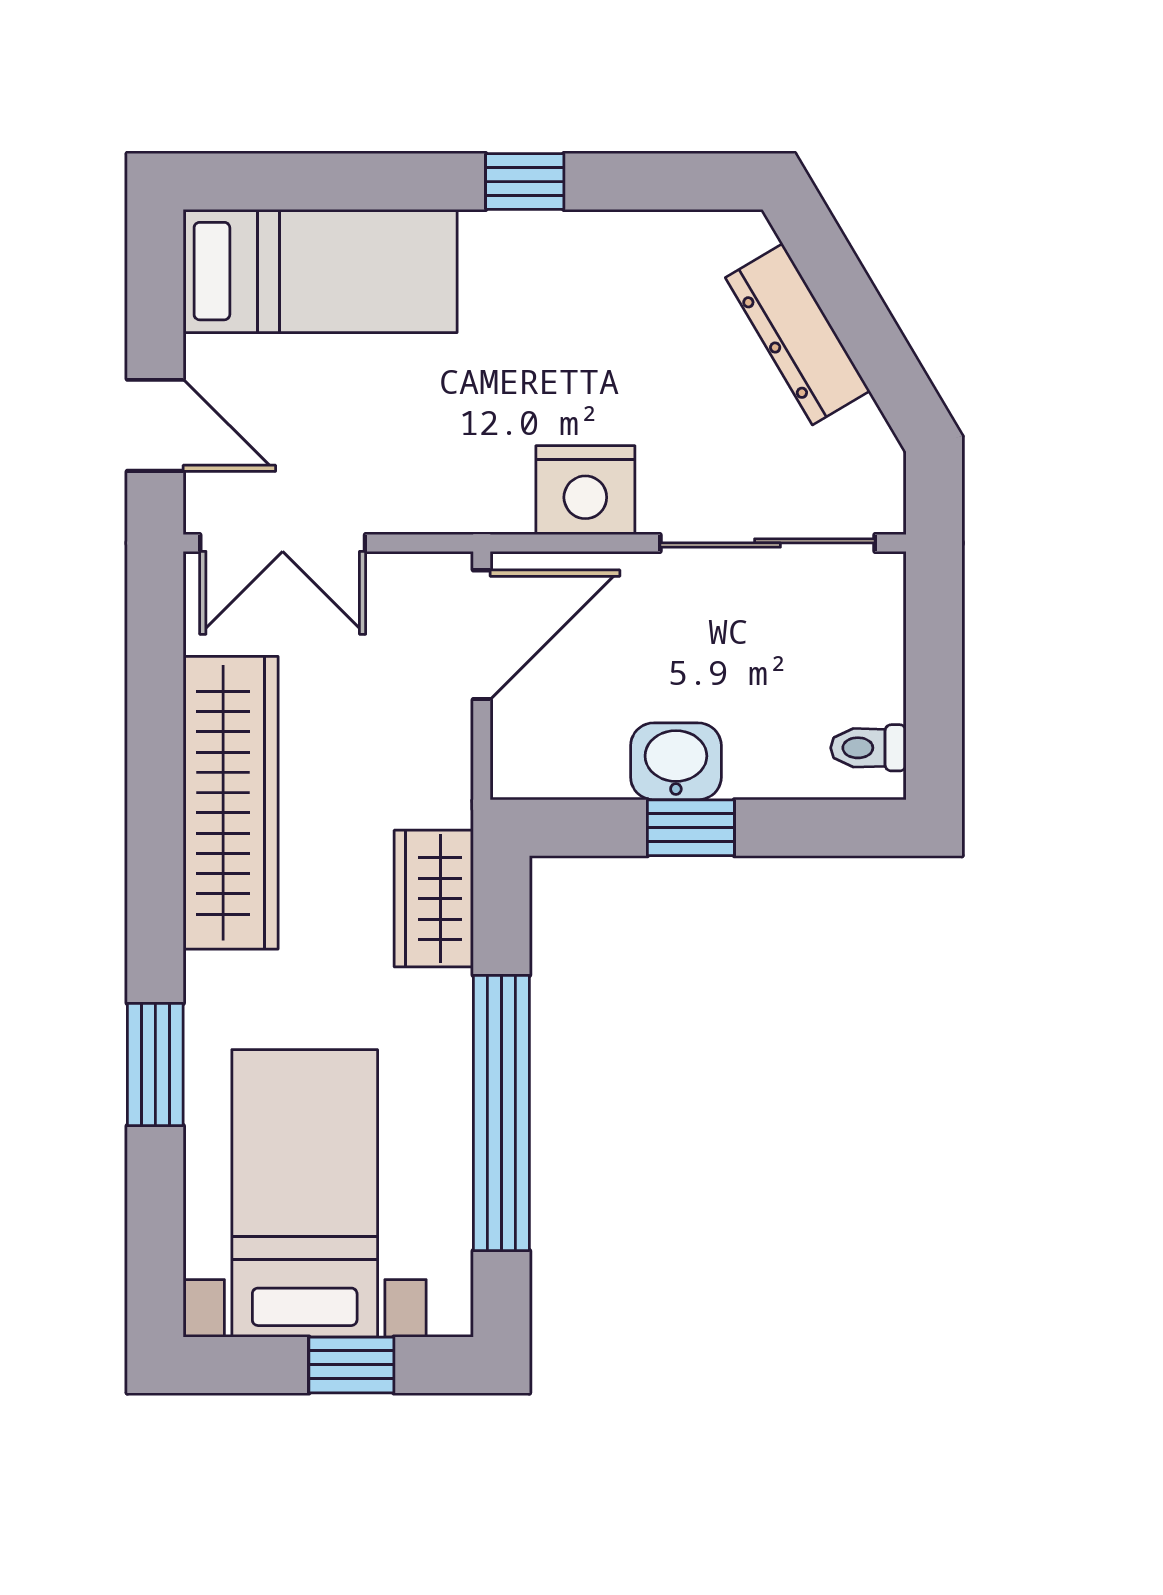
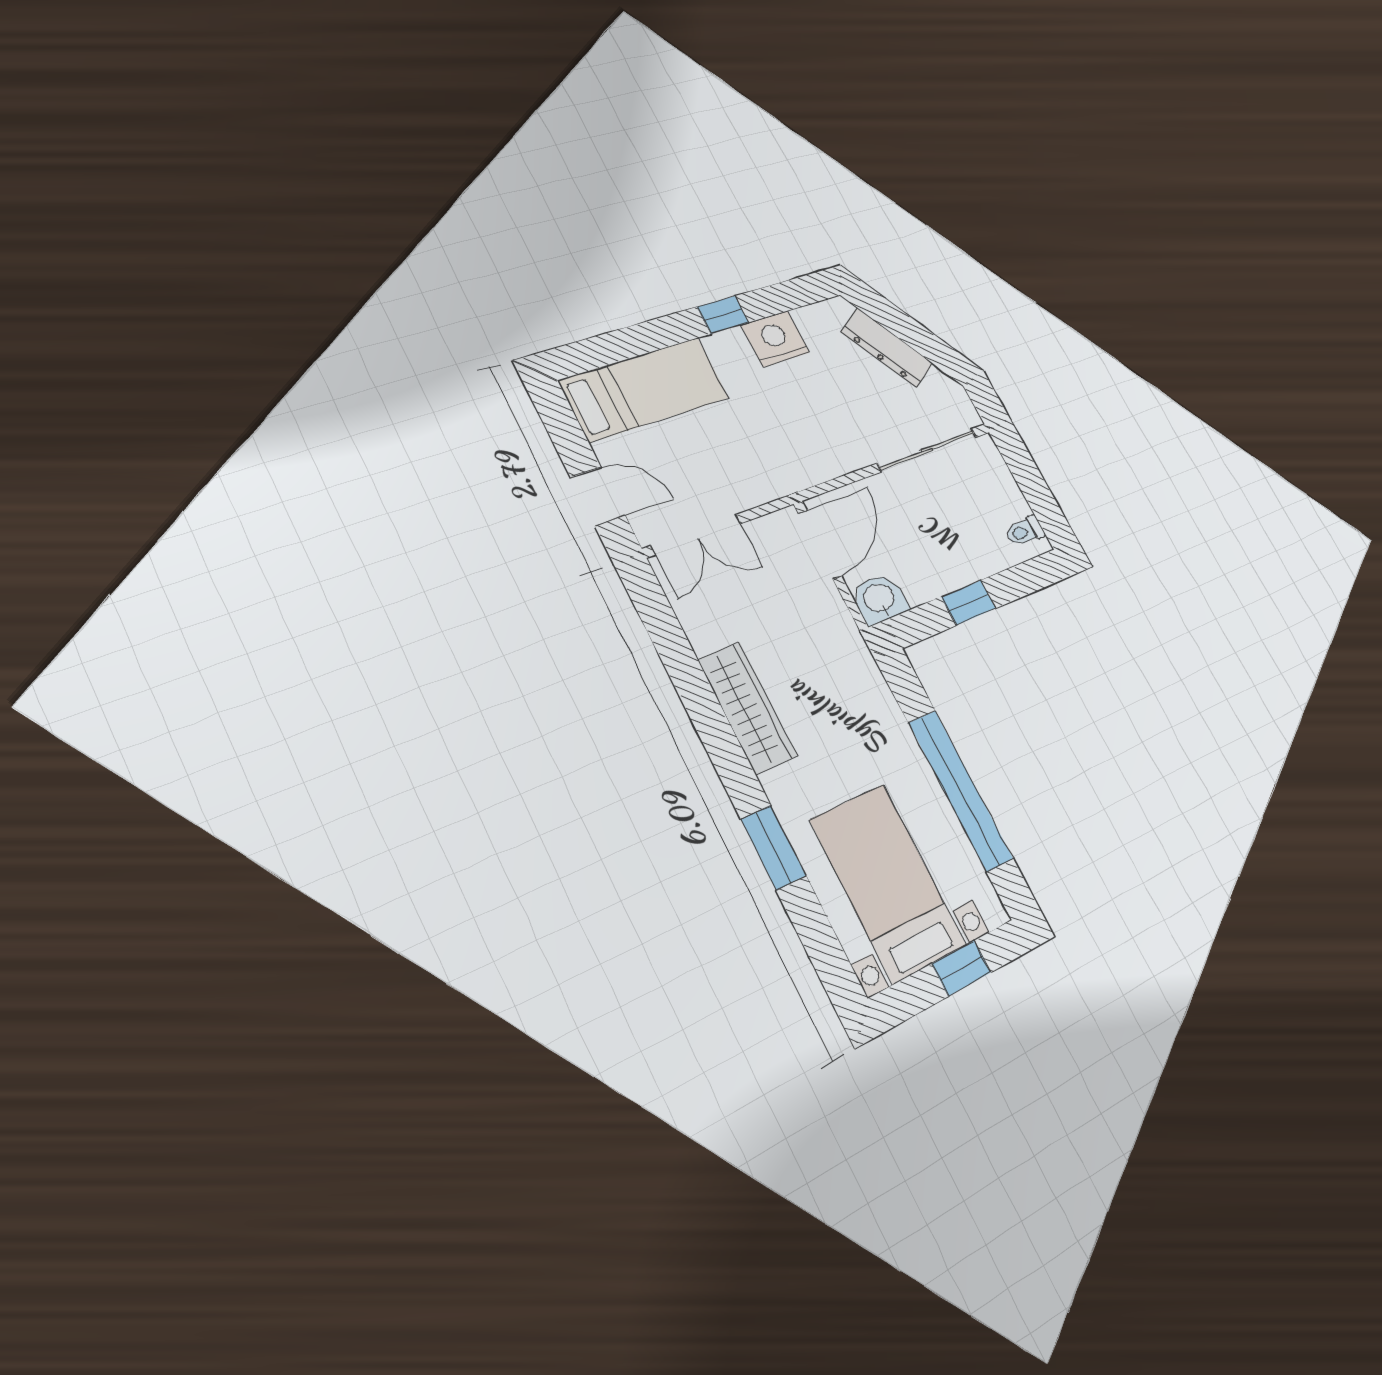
nightstand: (585, 490) -> (775, 339), moved, turned 180
washbasin: (676, 761) -> (879, 599), moved
wardrobe: (231, 803) -> (747, 708), width x0.71, depth x0.85
wardrobe: (434, 899) -> (868, 691), removed

